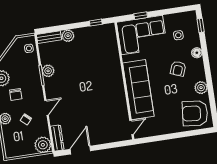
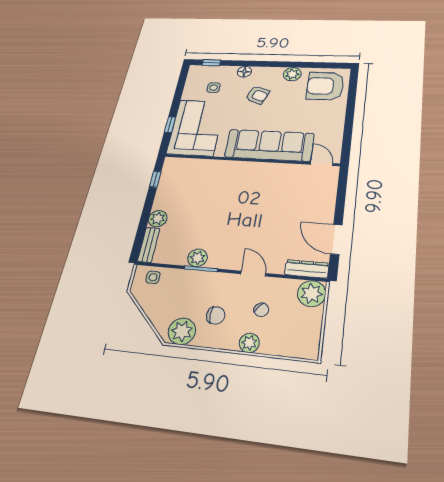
armchair: (195, 113) -> (325, 86), turned 84

